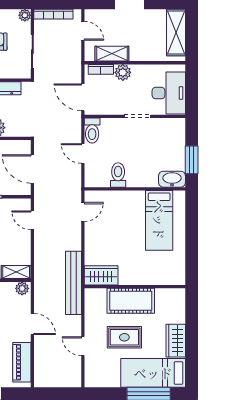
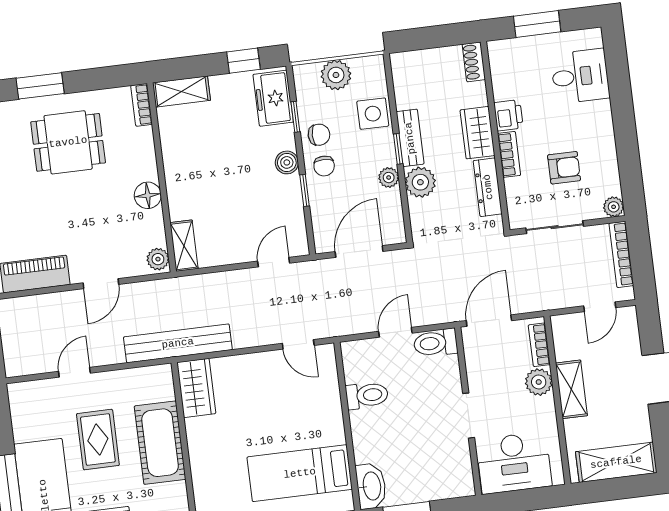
shelving: (112, 54) -> (571, 389), moved

